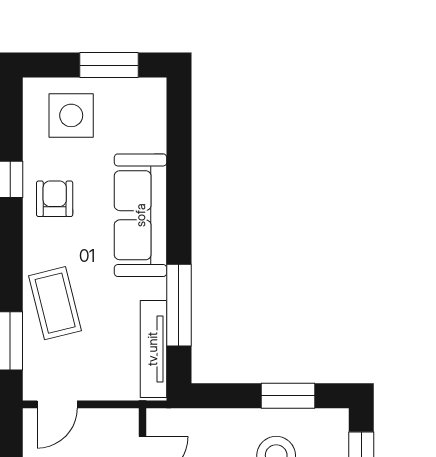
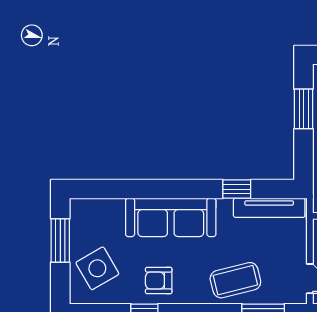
side table: (71, 115) -> (97, 268), turned -30
window: (179, 305) -> (237, 189), width x0.46

